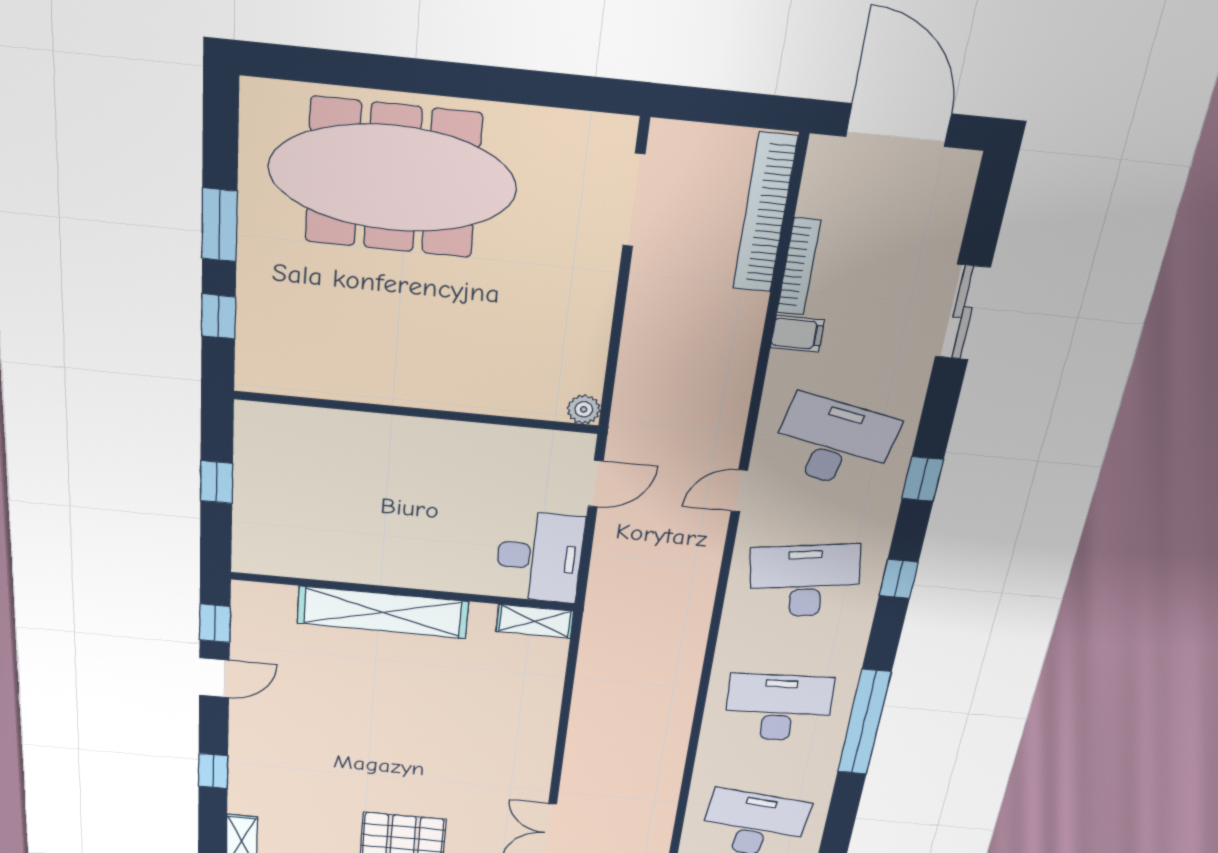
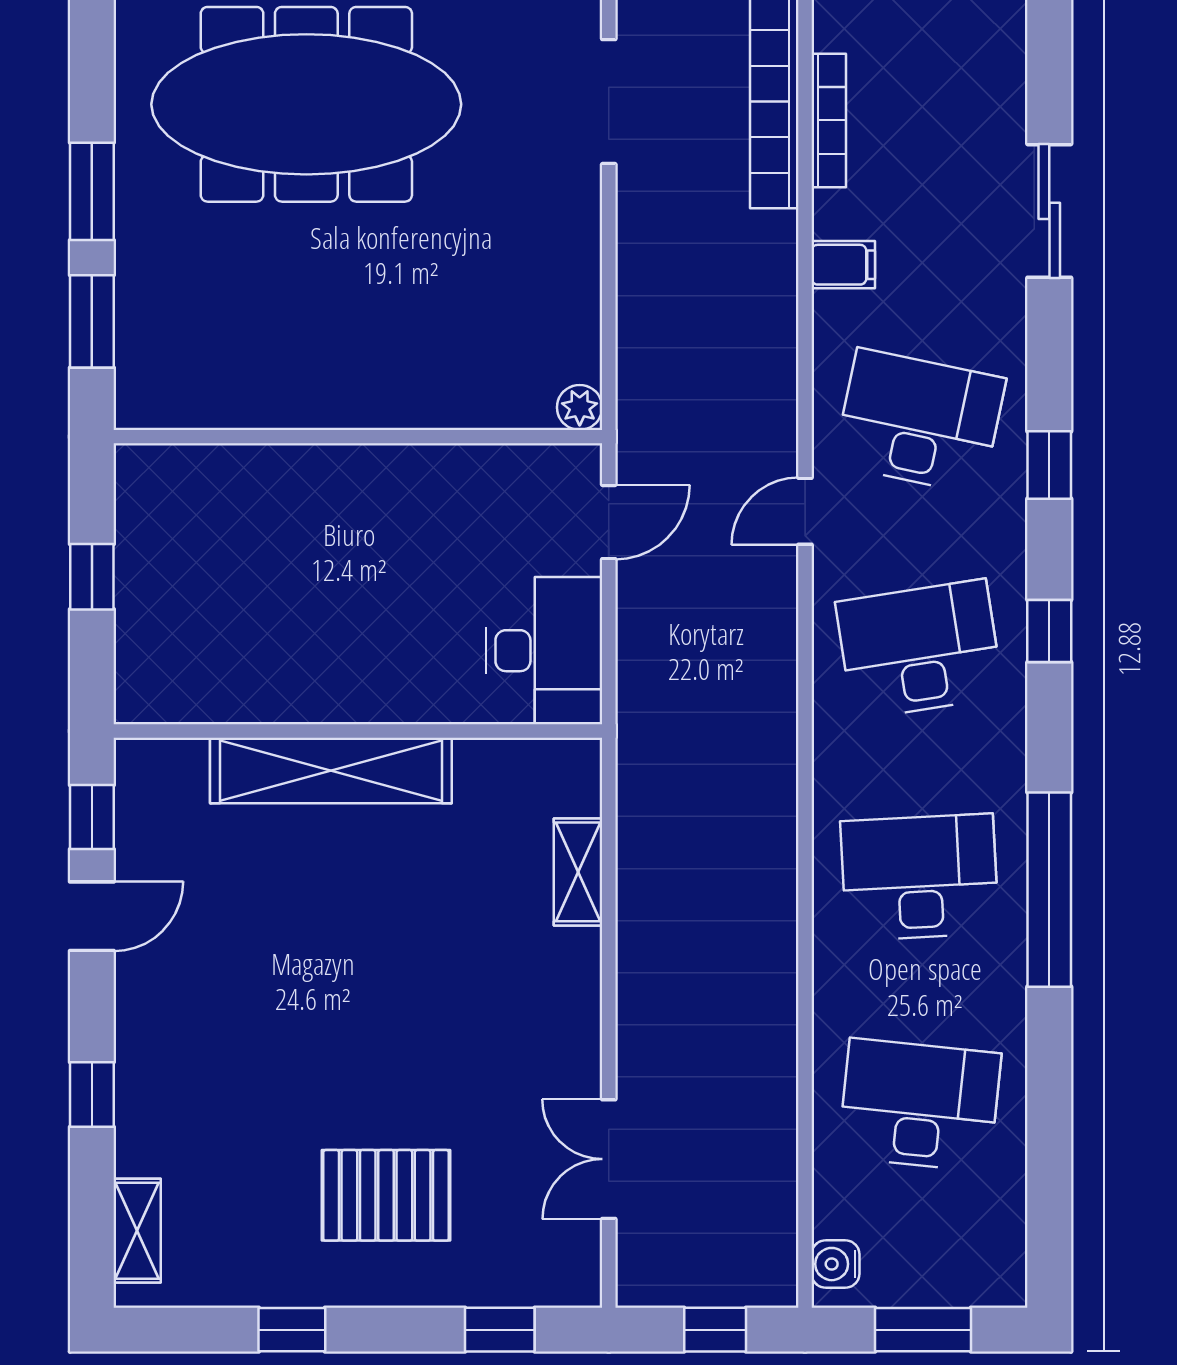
bookcase: (799, 267) -> (829, 120), moved
window: (218, 316) -> (92, 321), width x1.50
shelving: (535, 621) -> (578, 872), moved, turned 90

